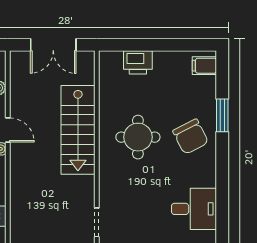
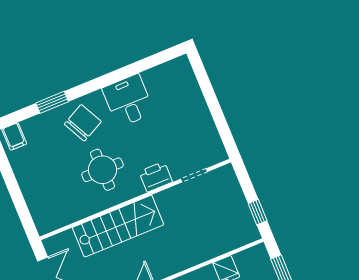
printer: (138, 62) -> (156, 177), moved, turned -90
desk: (194, 209) -> (128, 101), moved

